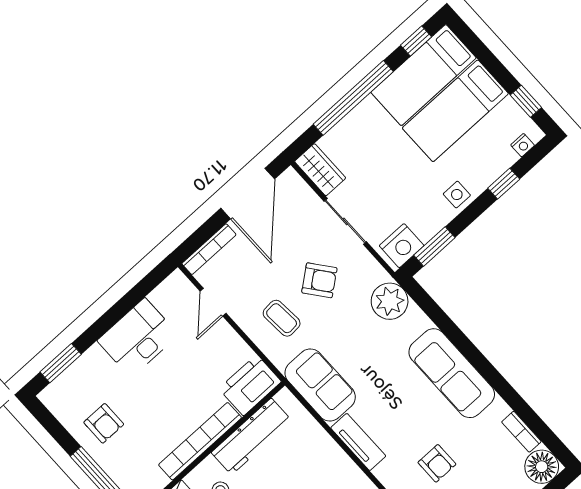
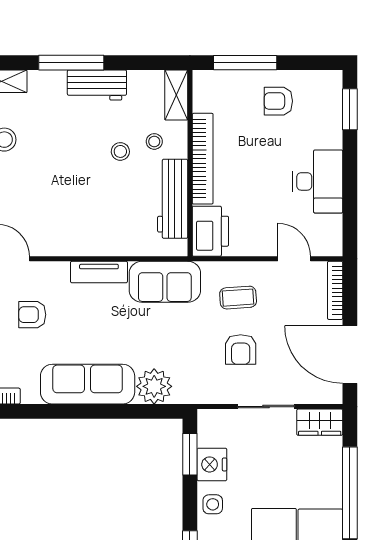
nightstand: (402, 246) -> (212, 464), moved
armchair: (319, 280) -> (241, 350), turned -52
plant: (390, 301) -> (154, 386), moved

